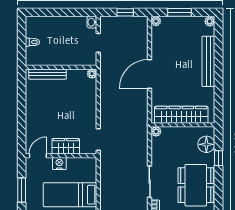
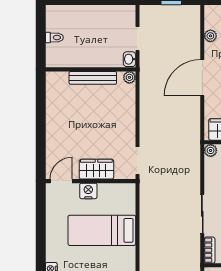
plant: (156, 21) -> (210, 36), moved
washbasin: (92, 22) -> (129, 59), moved
bench: (47, 74) -> (93, 78), moved
window: (22, 190) -> (41, 224), removed

